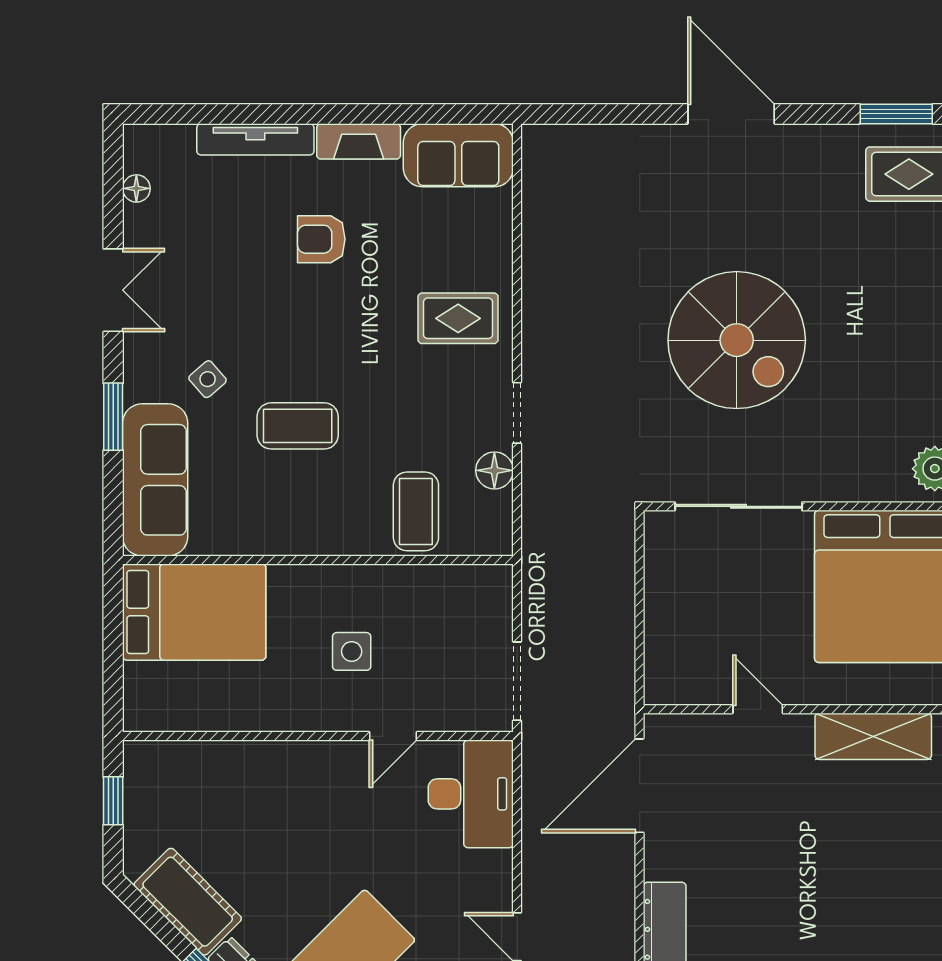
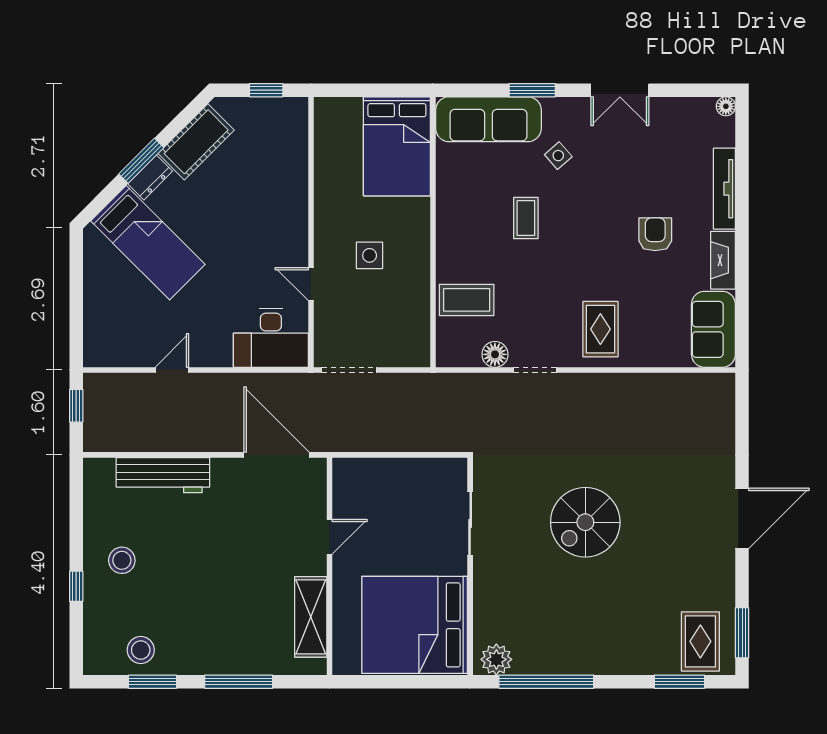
floor lamp: (136, 188) -> (726, 106), moved
spiral stairs: (737, 340) -> (585, 522), width x0.73, depth x0.73
coffee table: (298, 426) -> (526, 218), width x0.73, depth x0.77
sliding door: (739, 506) -> (470, 523), width x0.73

